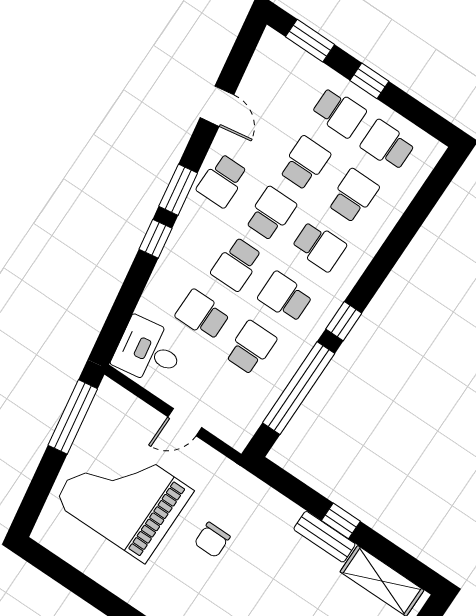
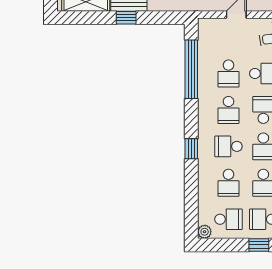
plant: (432, 150) -> (205, 232), added
school desk: (285, 297) -> (228, 110), turned 90
window: (344, 321) -> (191, 149), moved

